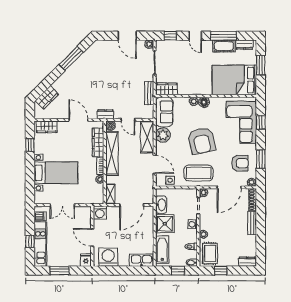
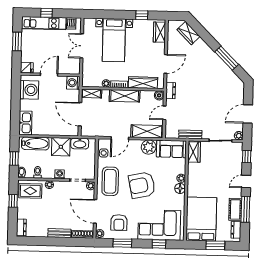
shelving: (112, 153) -> (125, 96), width x0.68

